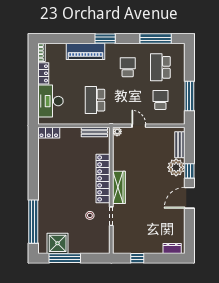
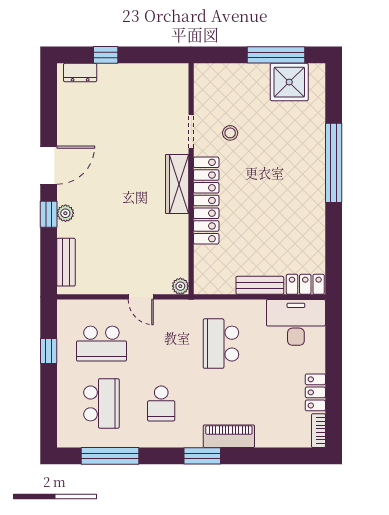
piano: (85, 51) -> (229, 436), width x0.73, depth x0.75
window: (189, 96) -> (49, 351), width x0.46
school desk: (95, 100) -> (221, 344), turned 180
school desk: (160, 100) -> (101, 344), width x1.85
desk: (50, 101) -> (296, 322), moved, turned -90
bench: (94, 132) -> (260, 285), moved
plant: (176, 167) -> (65, 213), width x0.53, depth x0.53
window: (33, 222) -> (334, 163), moved
window: (137, 258) -> (106, 55), moved

